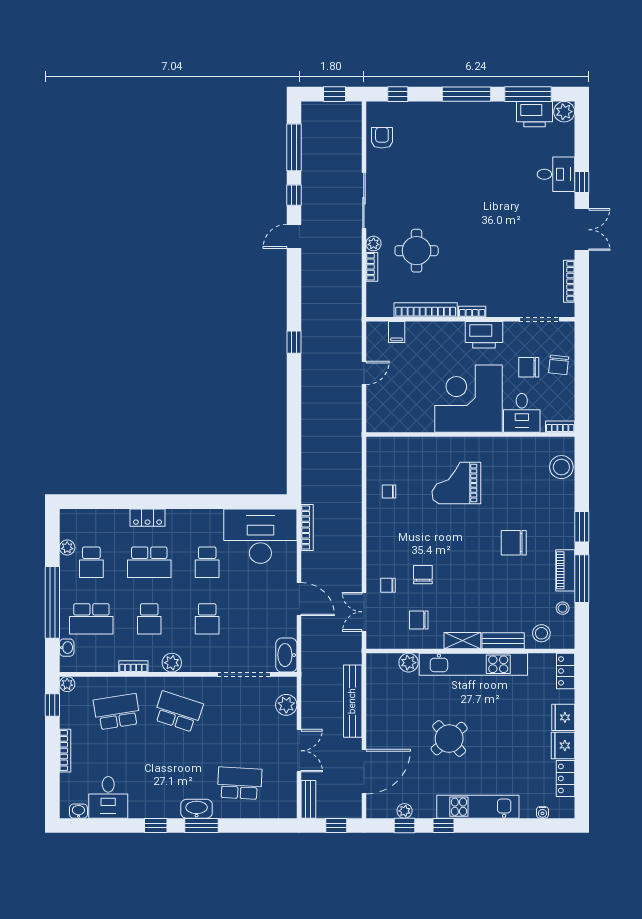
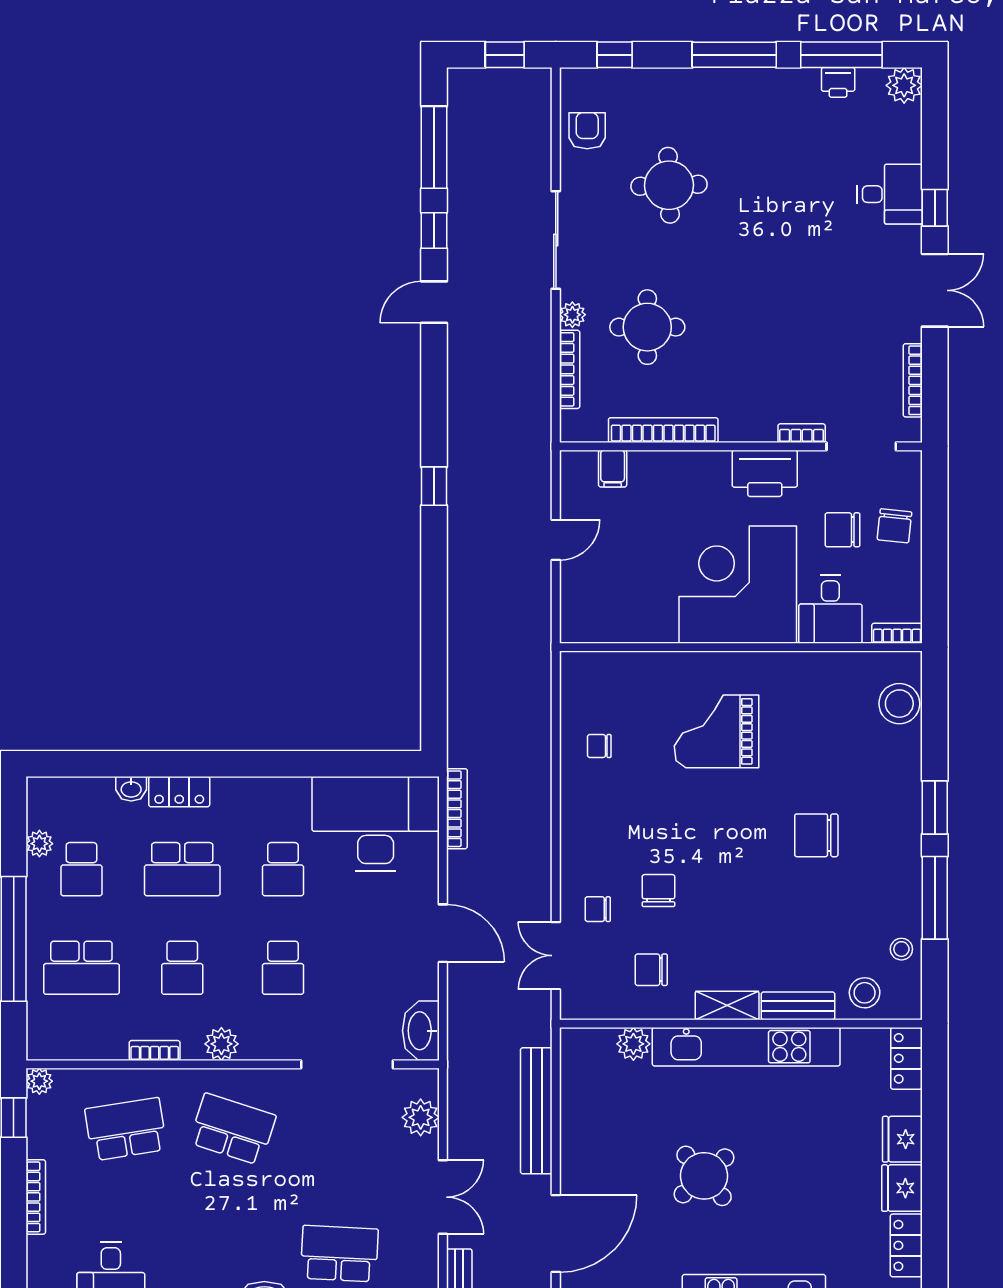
printer: (535, 114) -> (838, 82), width x0.53, depth x0.68
round table: (429, 169) -> (669, 185), added
bookcase: (372, 267) -> (570, 369), width x1.56
bookcase: (472, 312) -> (802, 433), moved
piano: (565, 570) -> (906, 883), removed
washbasin: (67, 648) -> (131, 789), moved, turned 90

